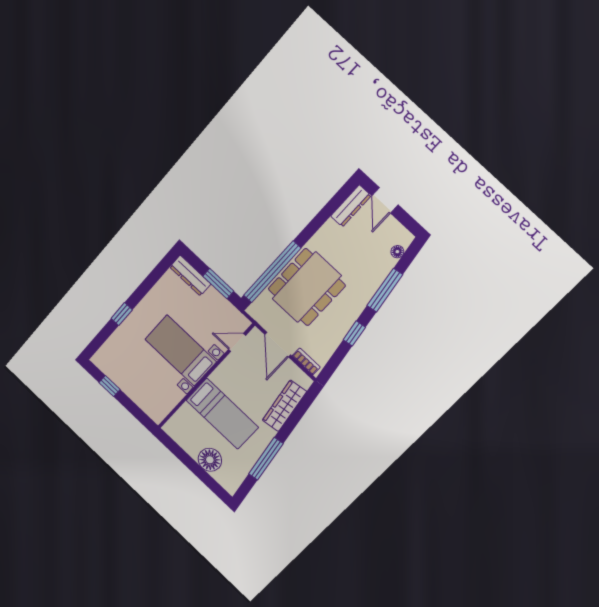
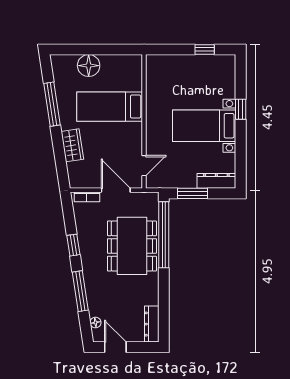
door: (385, 200) -> (115, 347), moved
bed with nightstands: (181, 350) -> (204, 126), moved, turned 180
wardrobe: (284, 406) -> (72, 145), width x0.67

